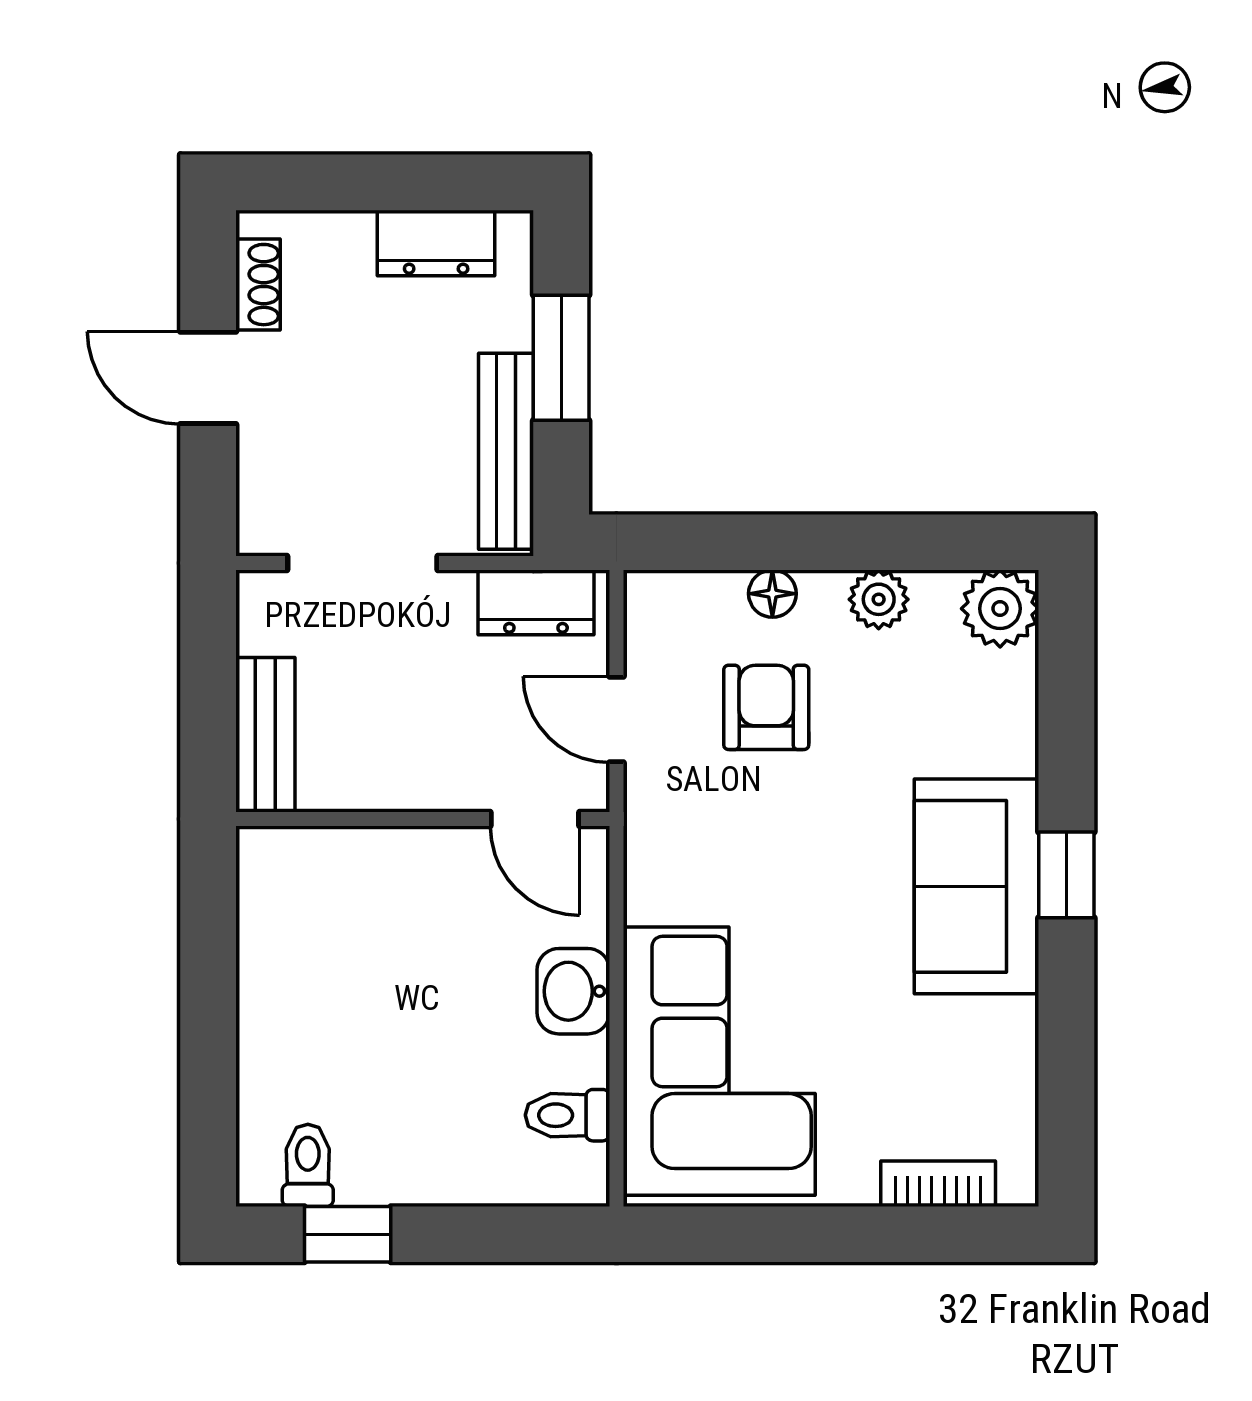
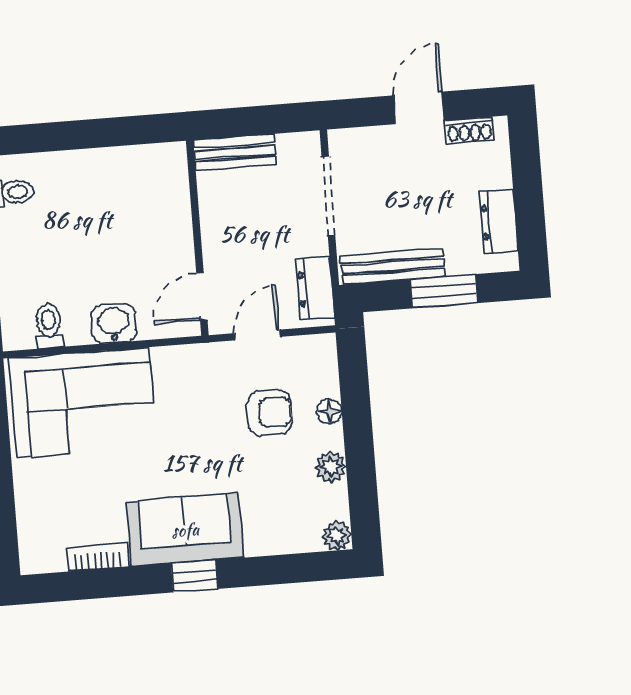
plant: (1000, 609) -> (337, 536), width x0.73, depth x0.73
bookcase: (938, 1184) -> (98, 557), moved, turned -90

